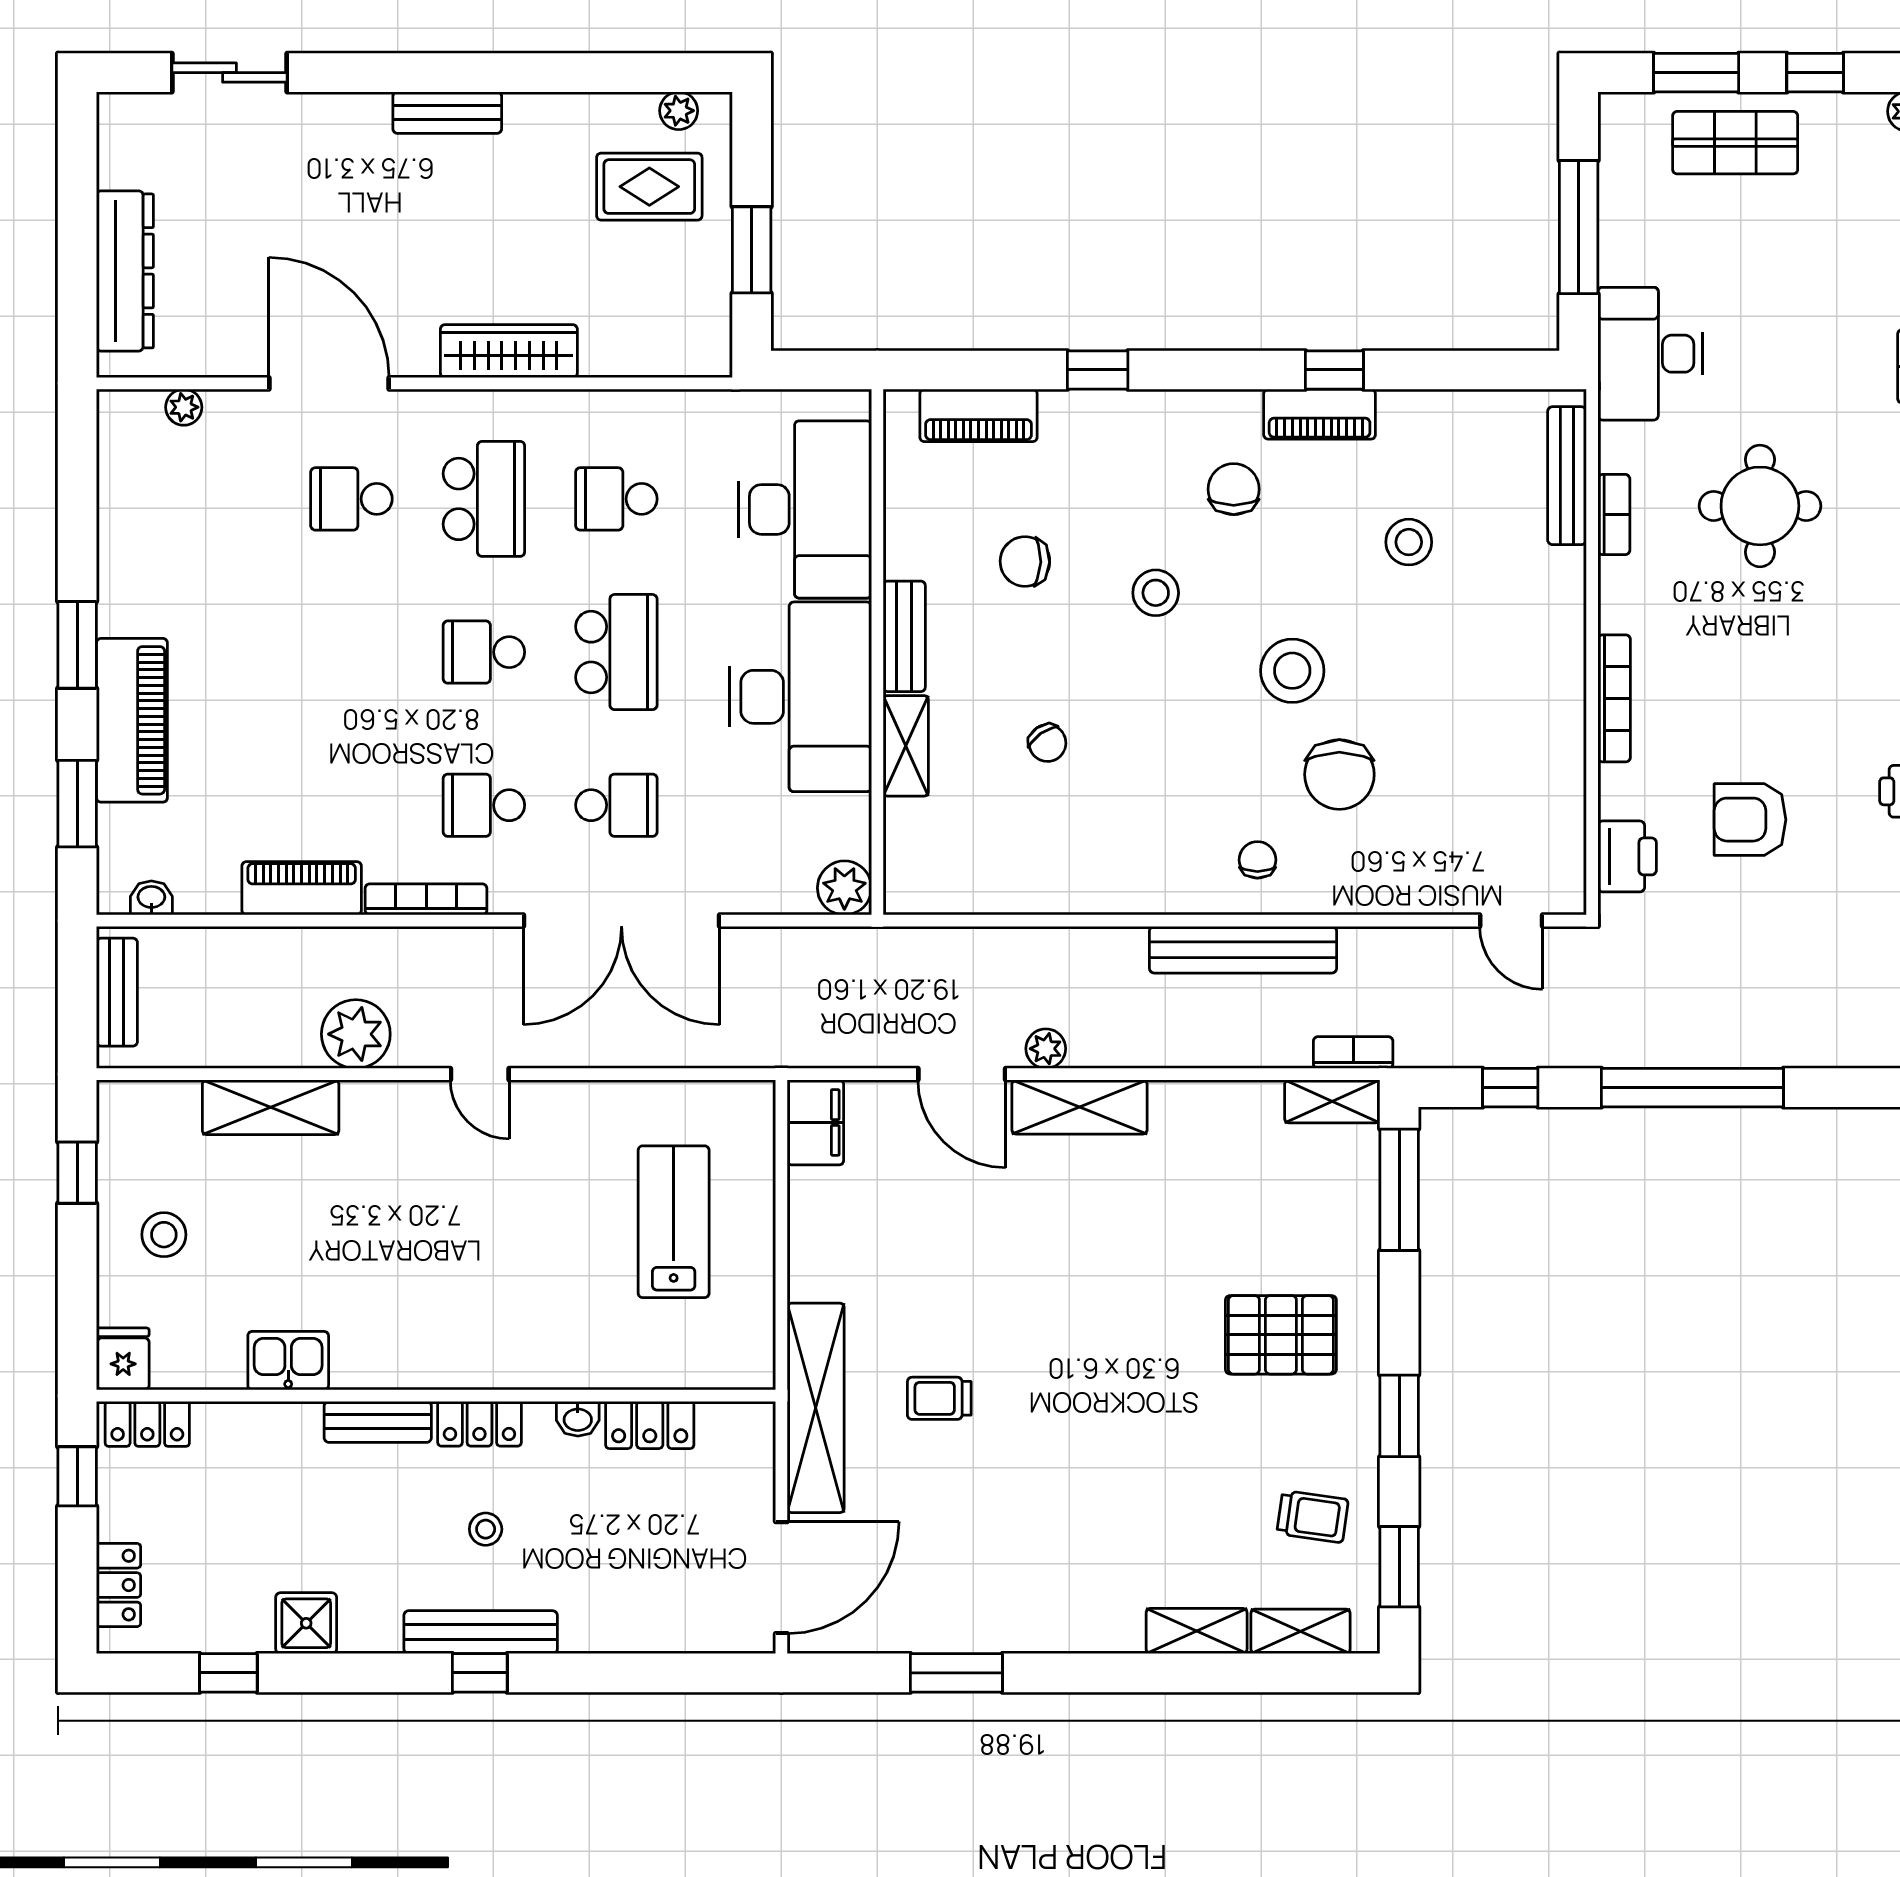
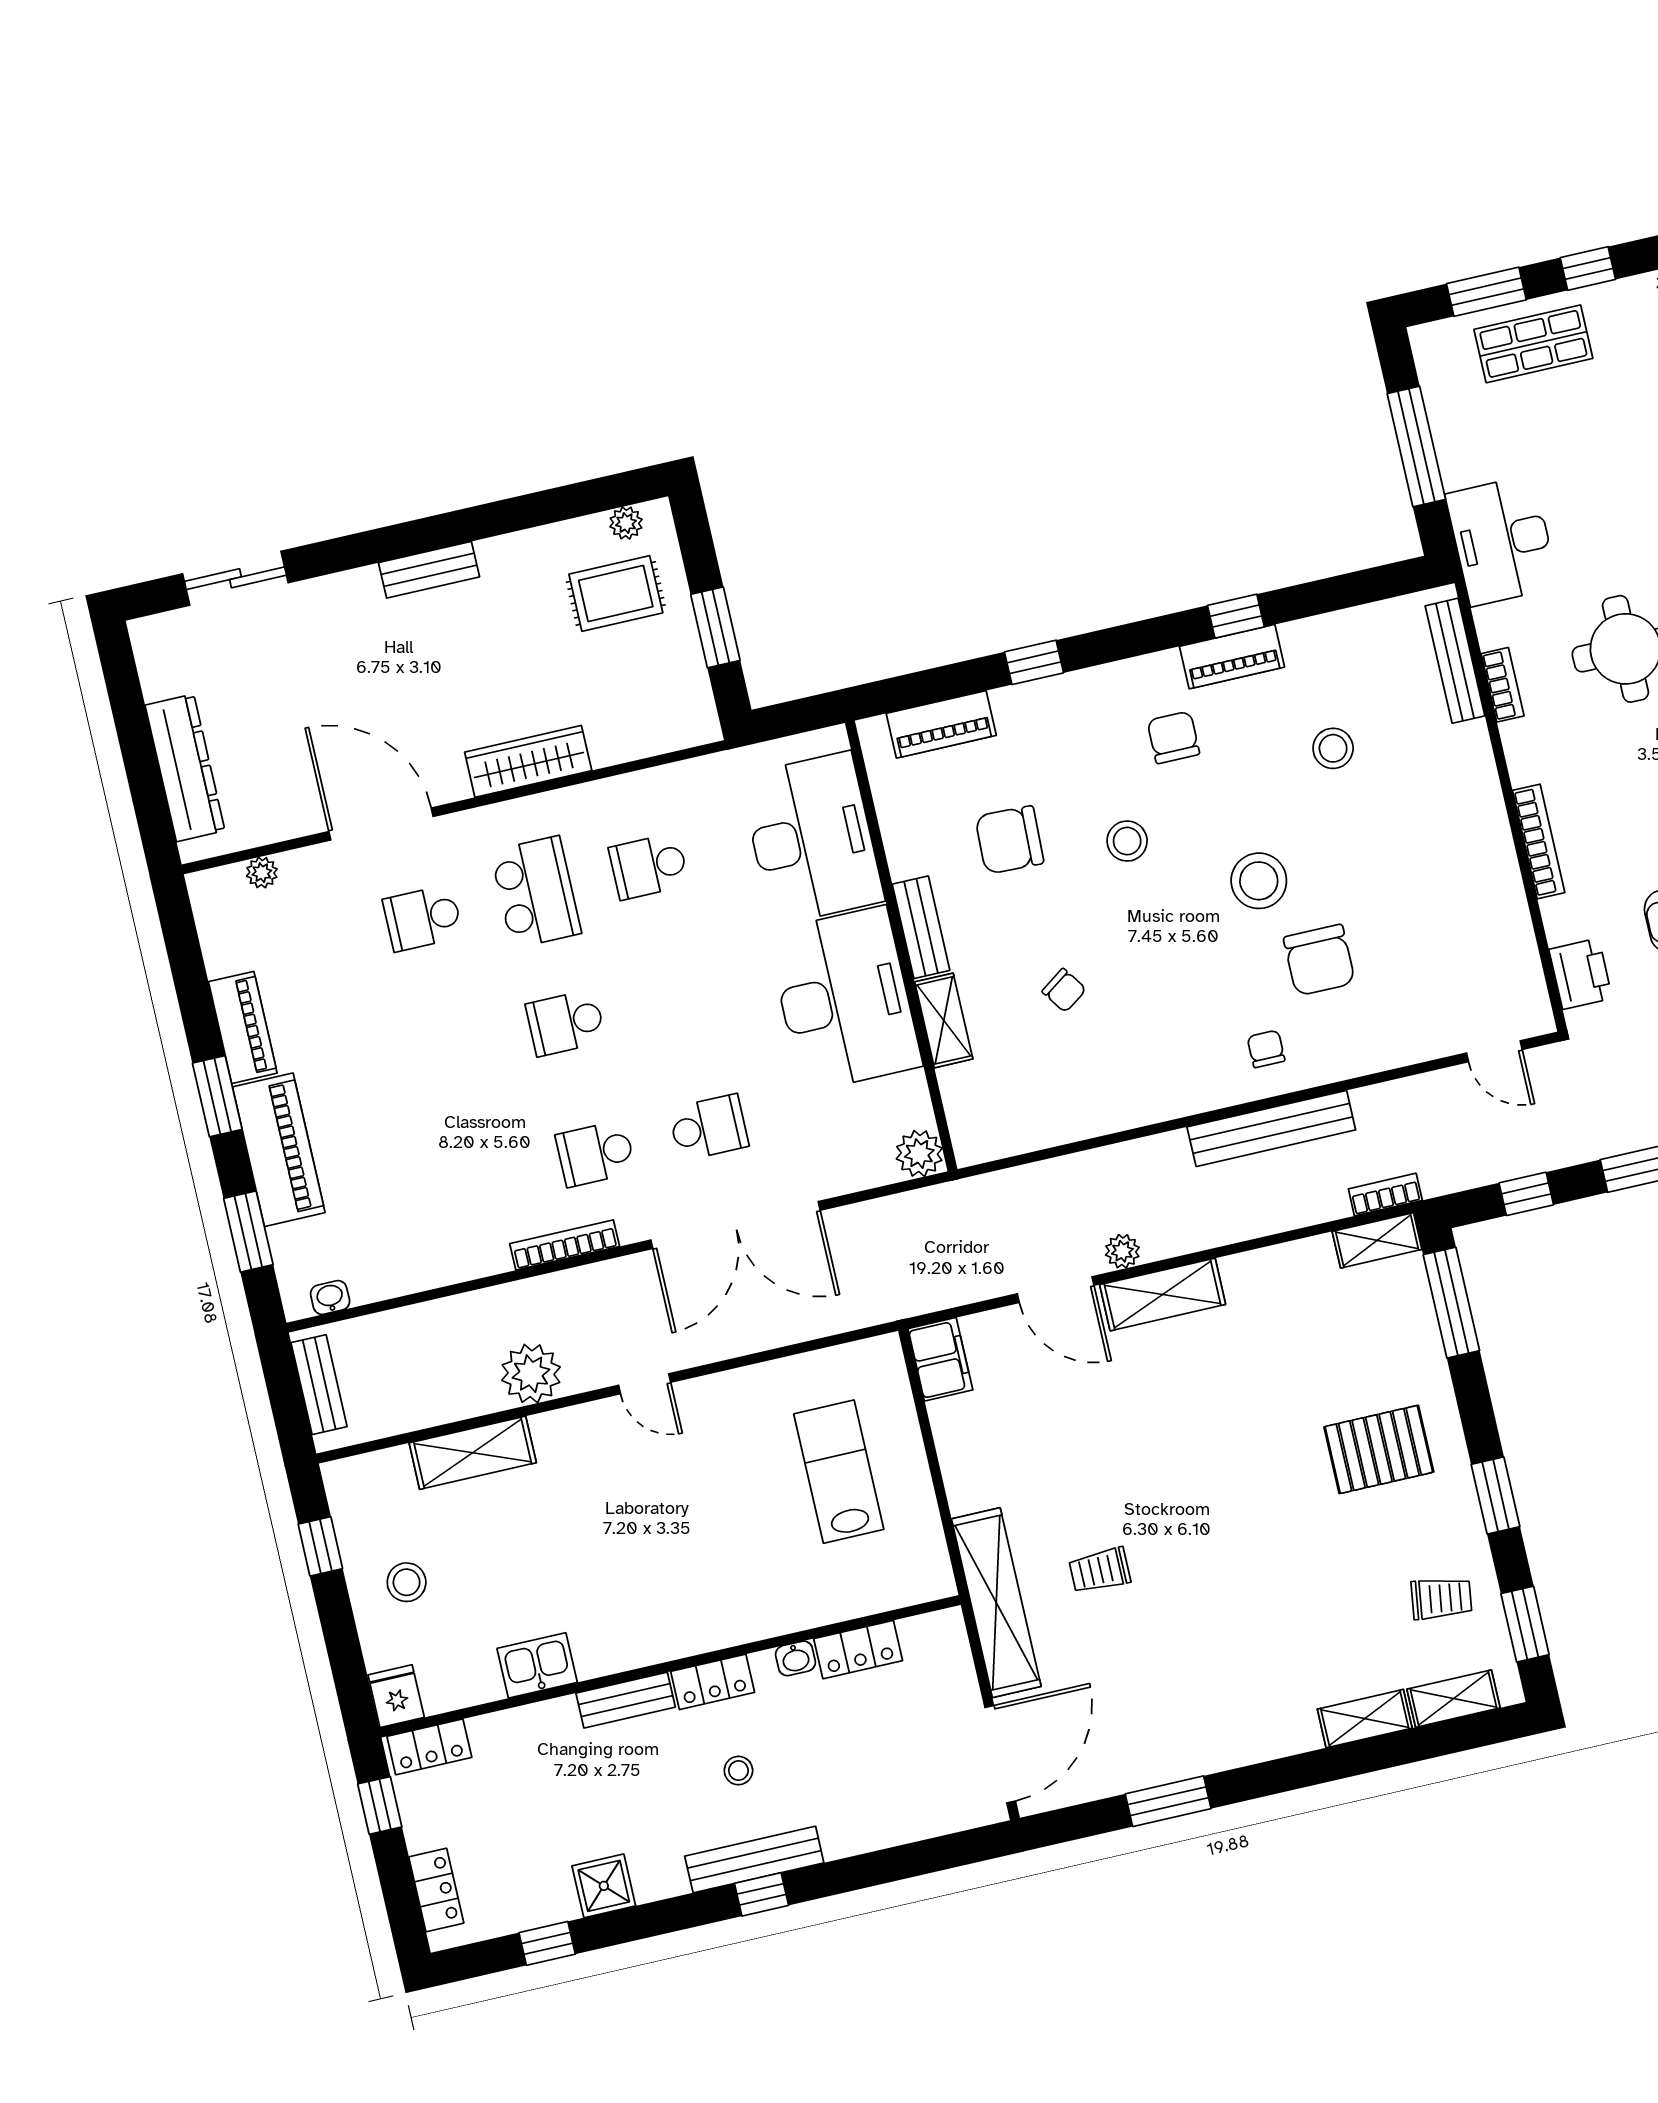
chair: (1025, 561) -> (1009, 840), width x1.37, depth x1.37
school desk: (616, 652) -> (679, 997), removed
piano: (302, 888) -> (243, 1027), moved, turned 90

